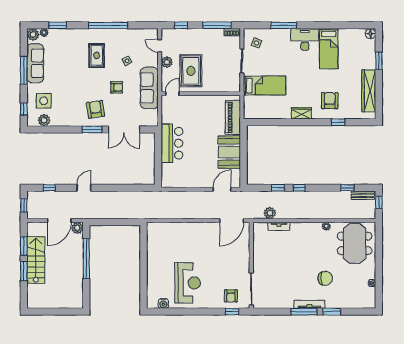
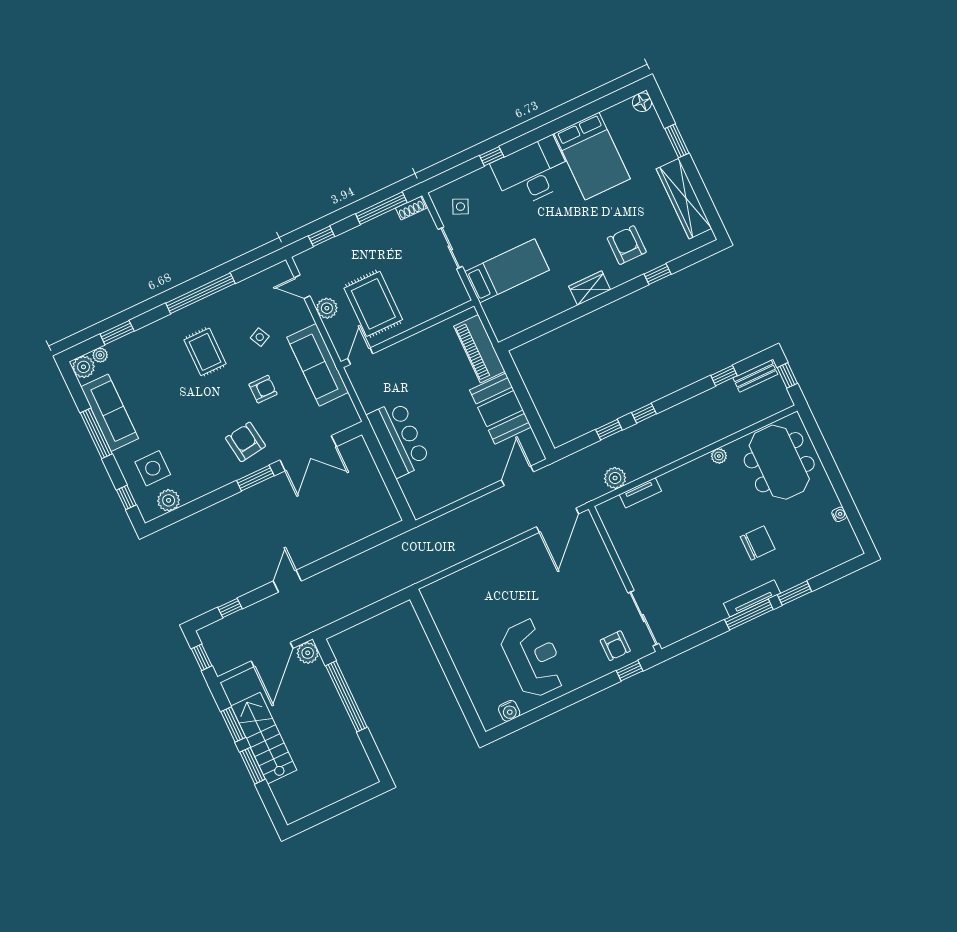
window: (284, 25) -> (492, 156), width x0.46
desk: (305, 39) -> (532, 172), width x1.36, depth x1.30
bed: (329, 49) -> (592, 156), width x1.50

